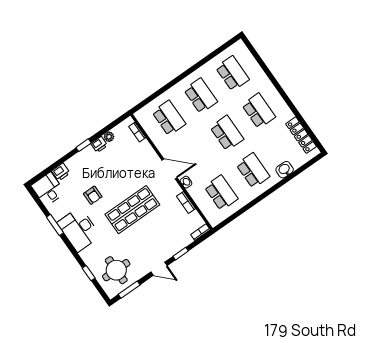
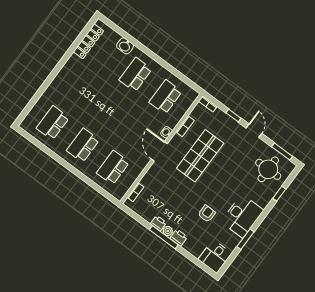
school desk: (259, 111) -> (79, 88), removed
school desk: (227, 133) -> (109, 110), removed
plant: (109, 137) -> (168, 231), moved
window: (84, 145) -> (164, 237), width x2.17
printer: (61, 172) -> (179, 238), moved
shop shelf: (132, 210) -> (200, 156), moved, turned 90

